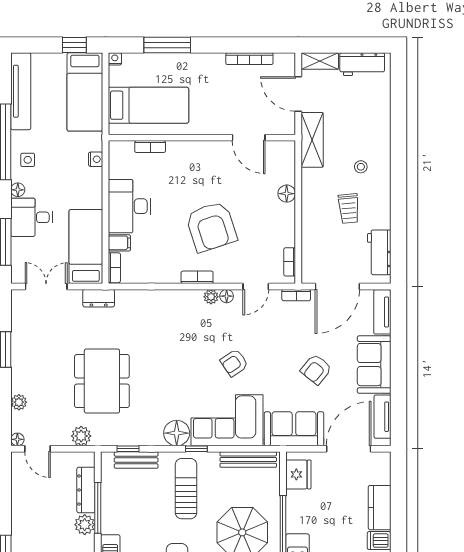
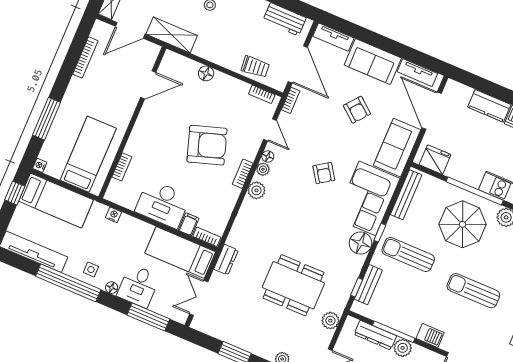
trolley: (349, 209) -> (255, 67), moved
plant: (186, 299) -> (256, 190), added

